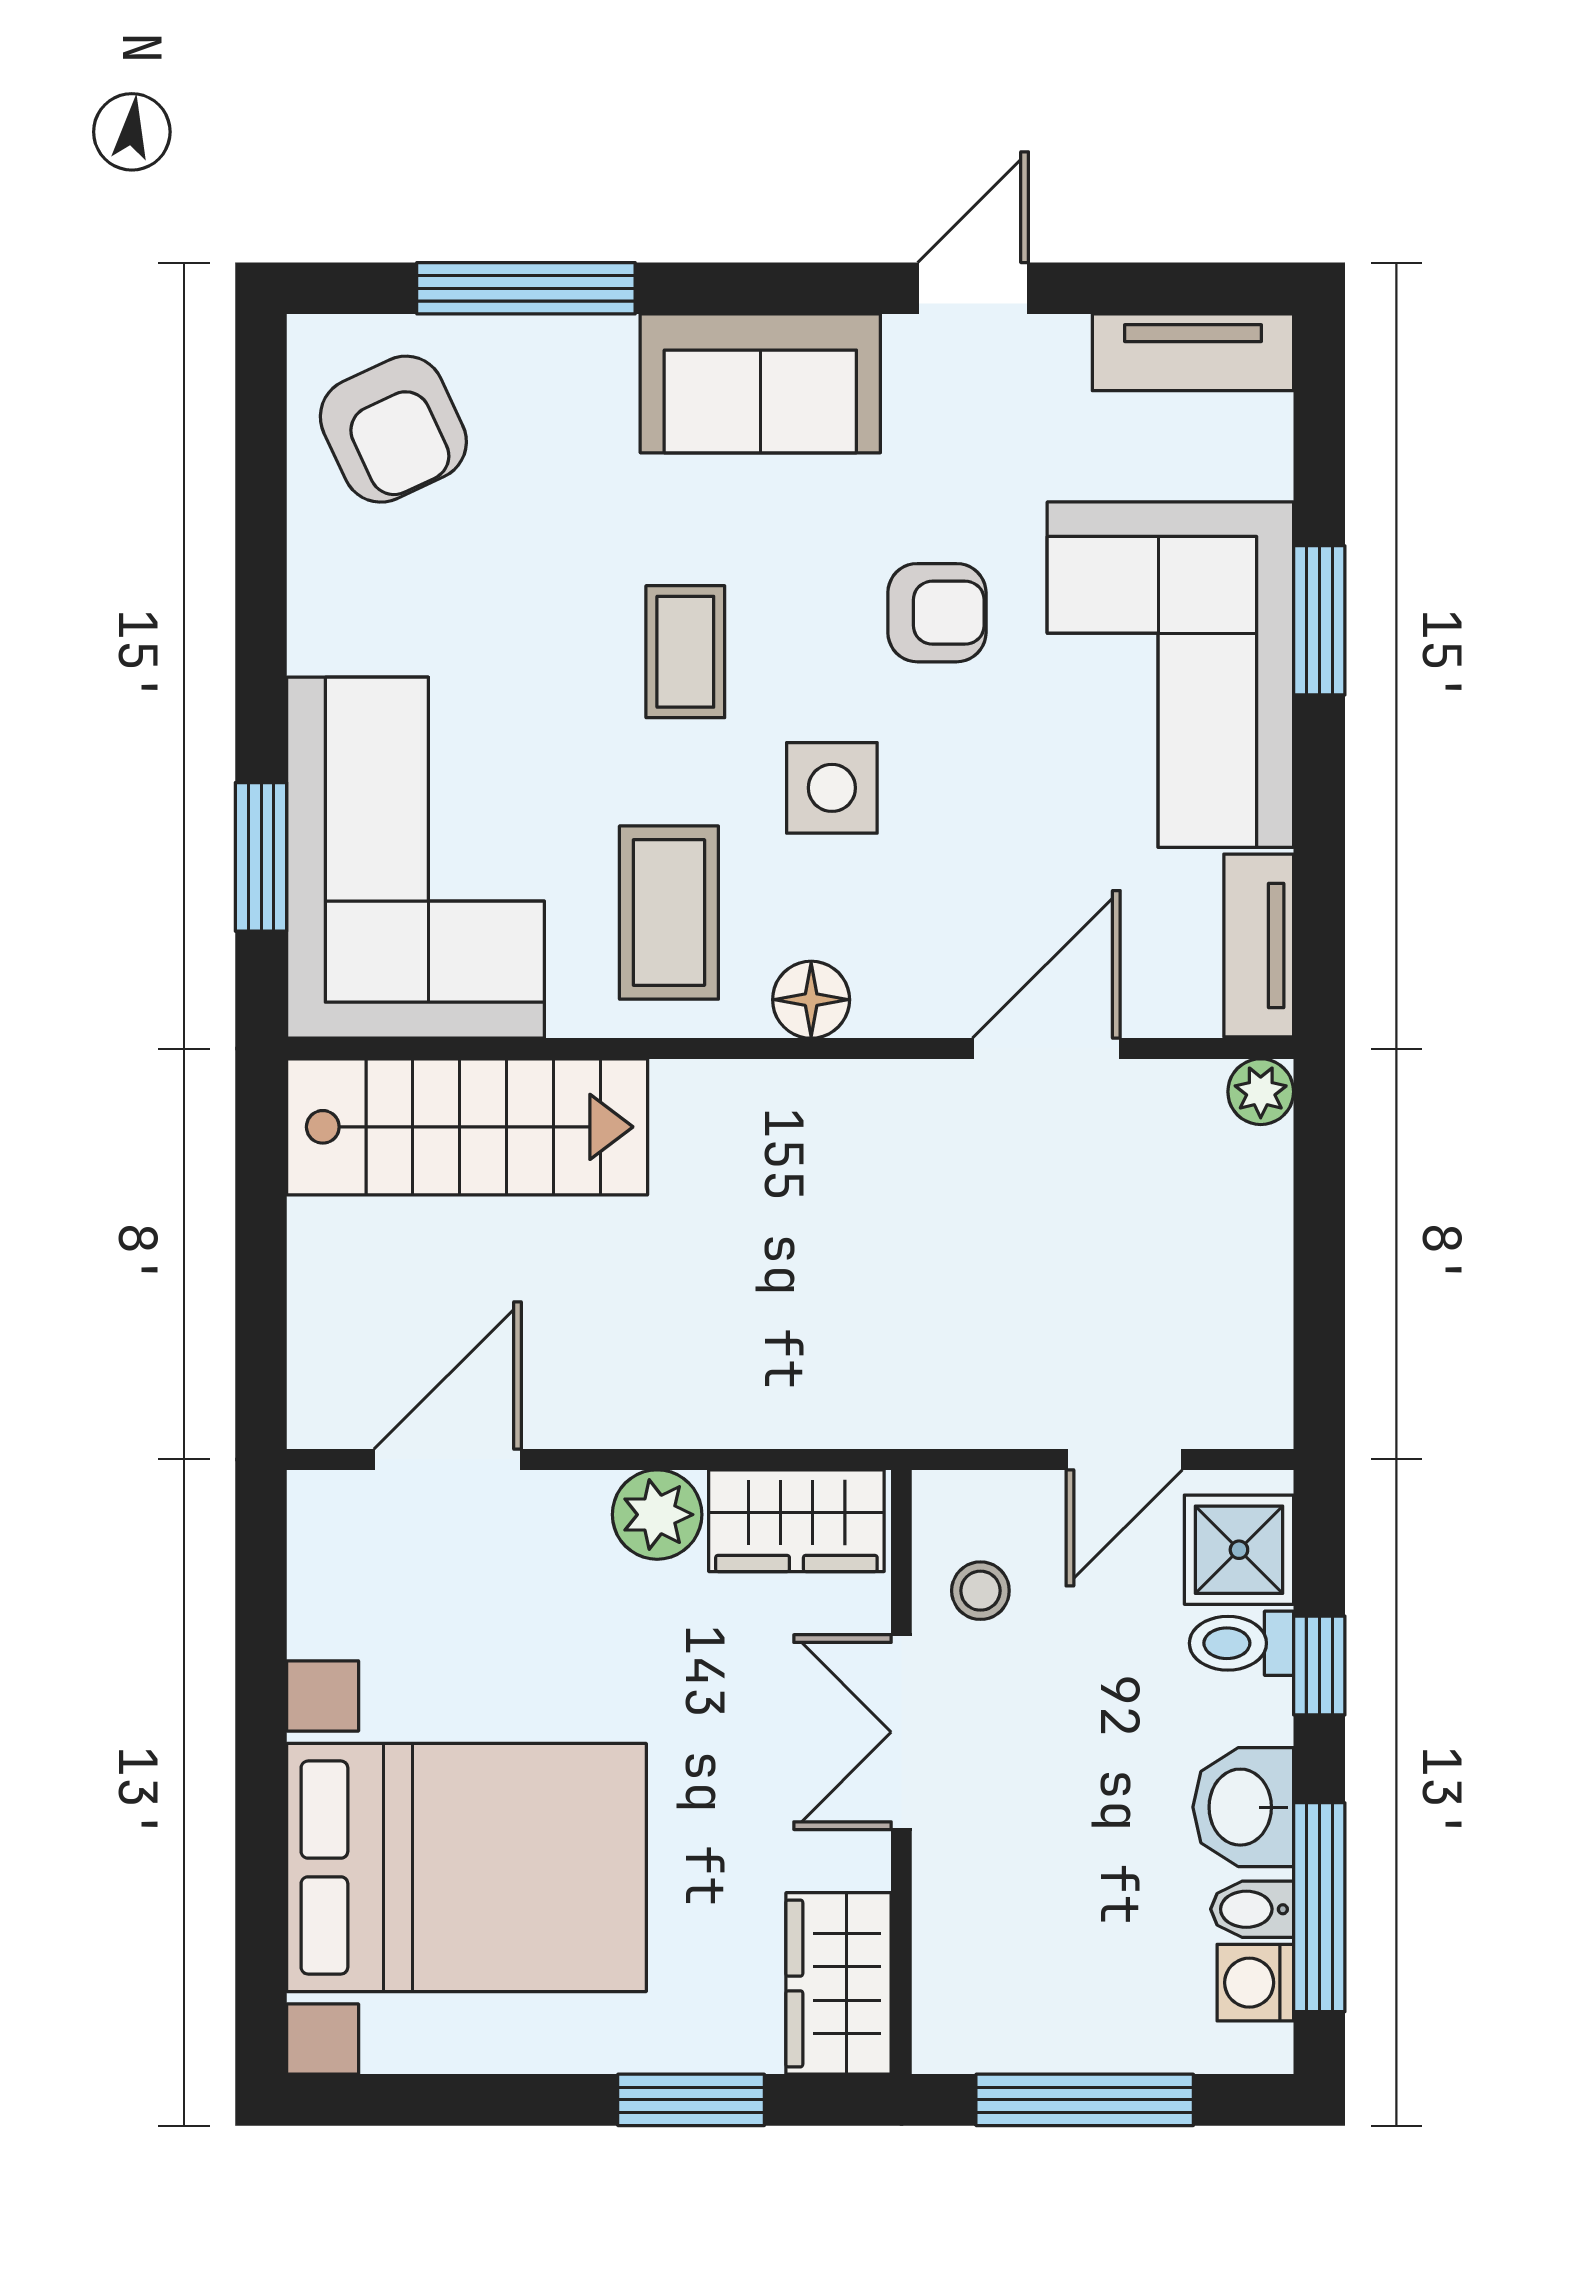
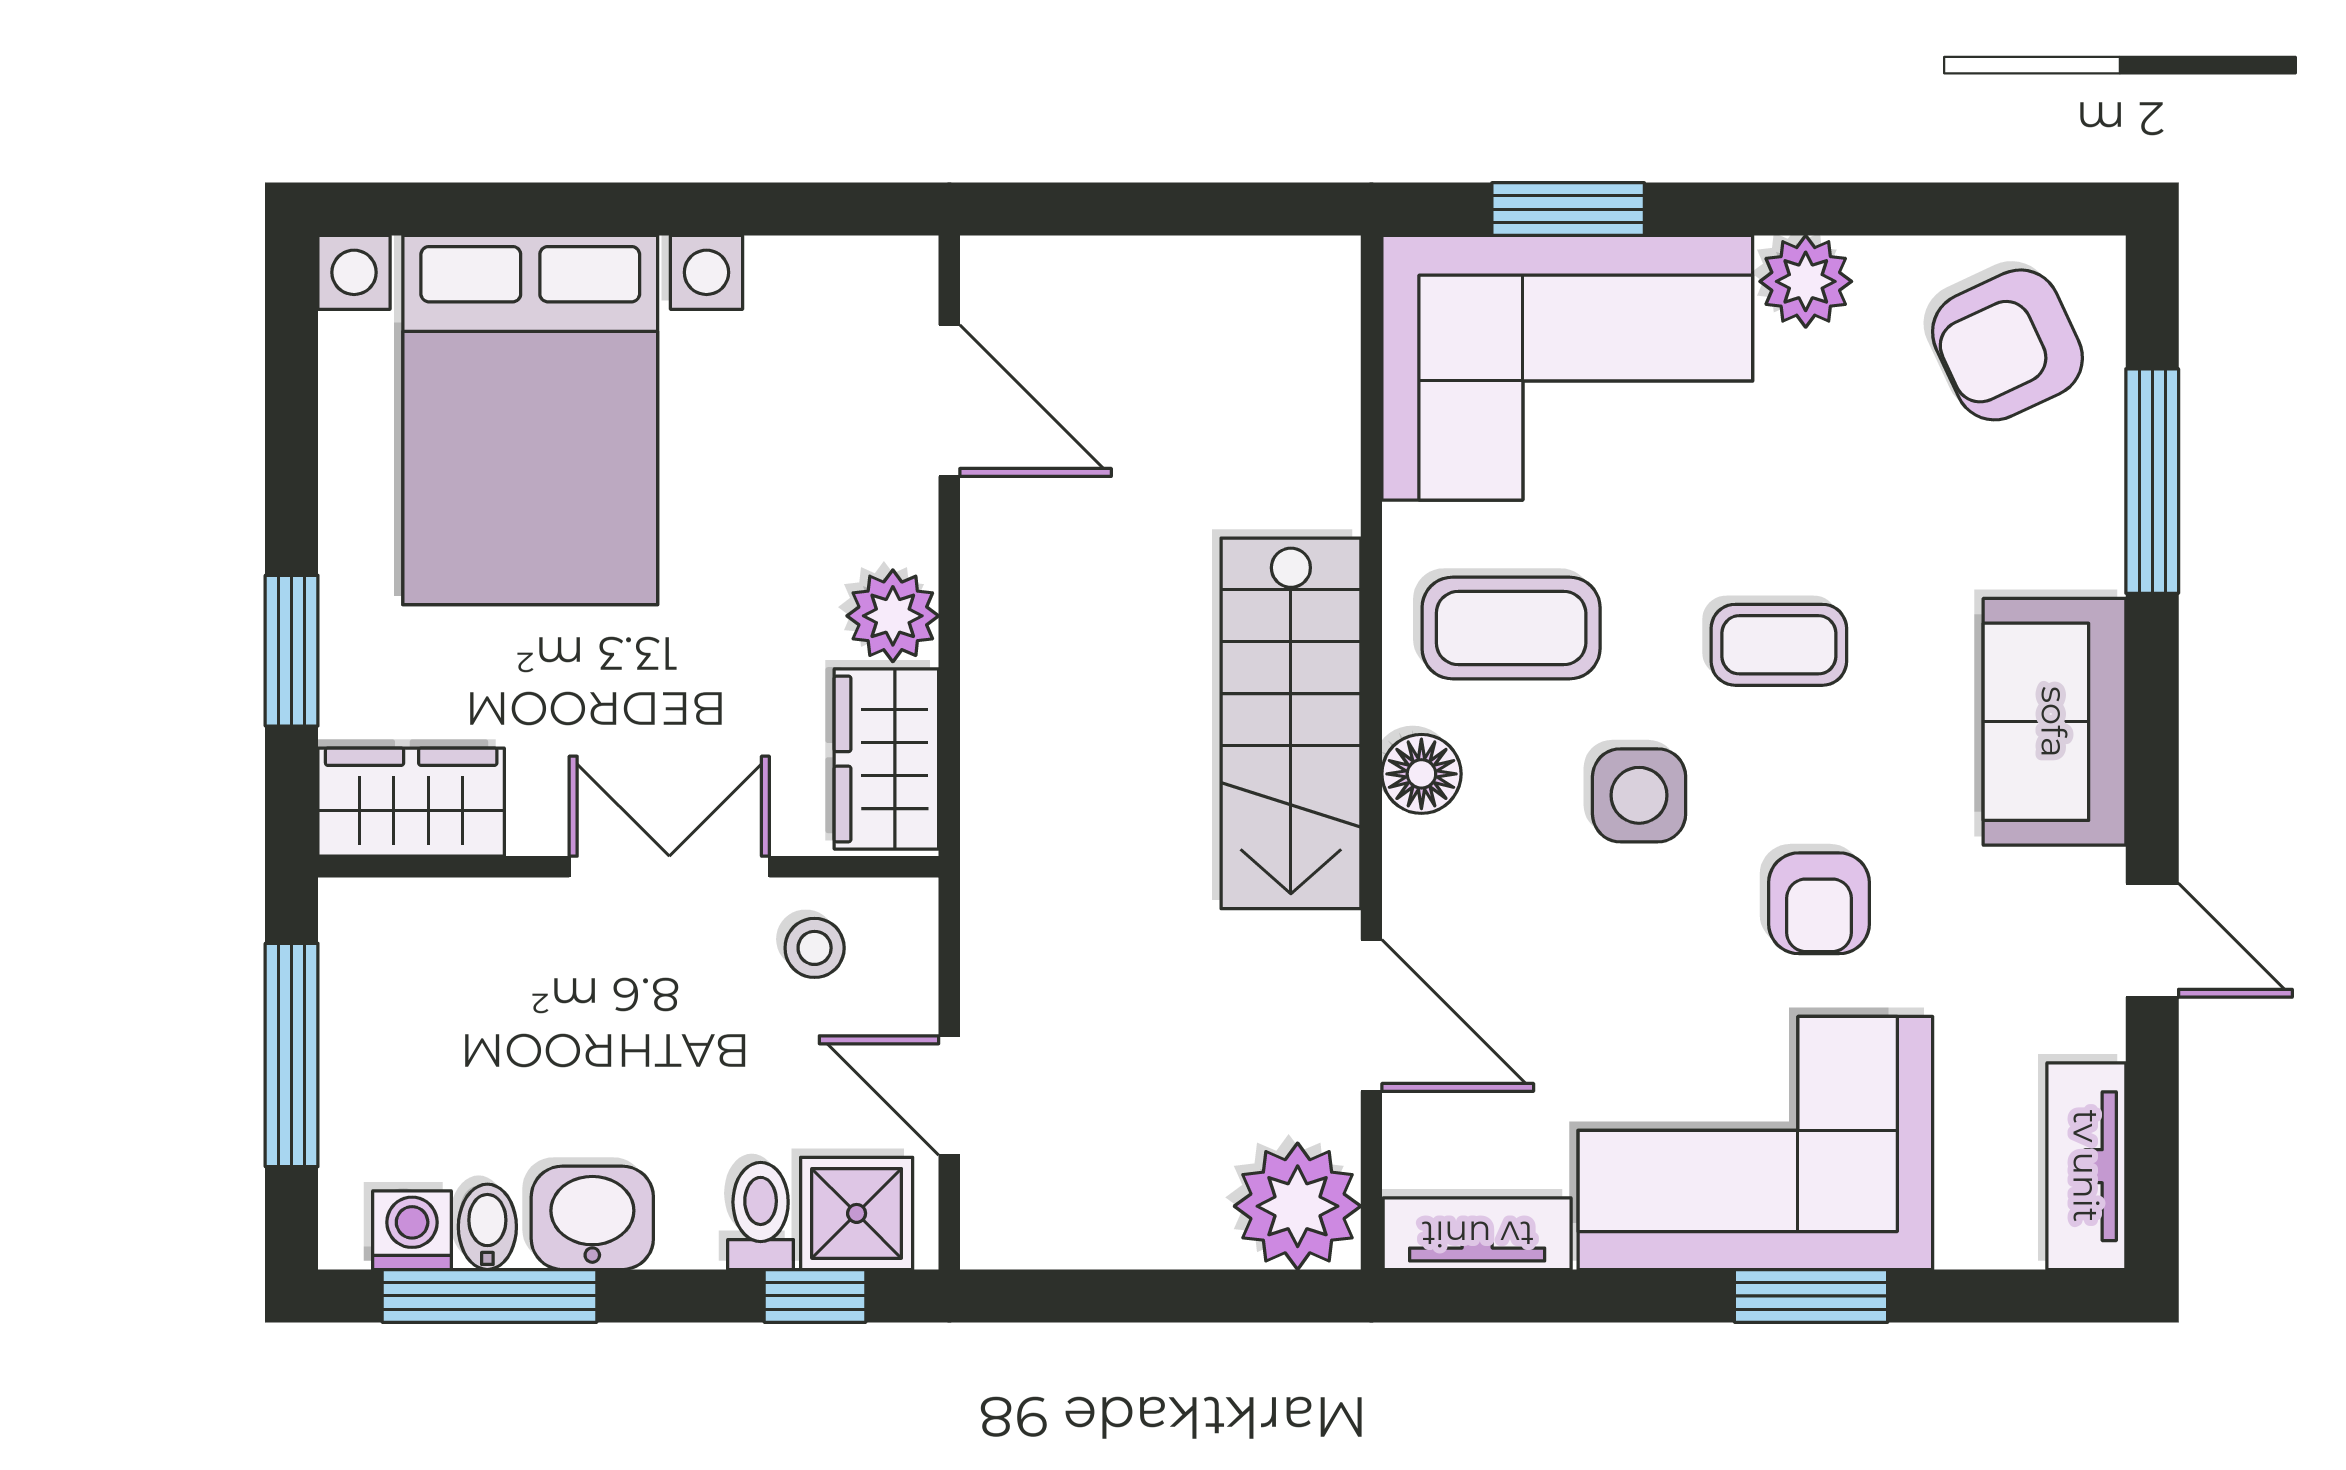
plant: (331, 626) -> (1806, 281), added
plant: (1261, 1092) -> (1298, 1206), width x1.88, depth x1.88
stairs: (467, 1127) -> (1291, 723), moved
window: (1319, 1666) -> (815, 1296), moved

